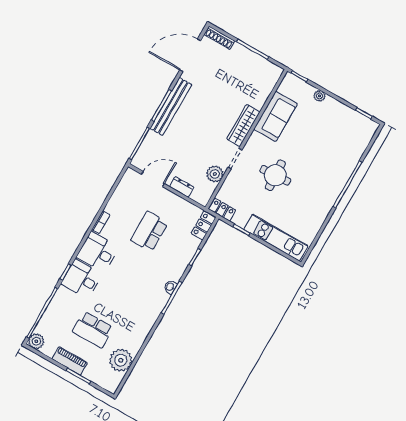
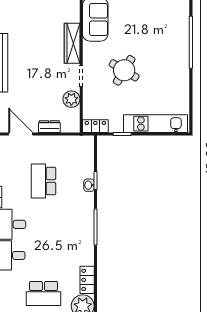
round table: (275, 175) -> (124, 70), turned 34
door: (153, 179) -> (21, 134), hinge flipped
locker: (203, 225) -> (87, 280), moved
washbasin: (170, 287) -> (89, 185), moved

